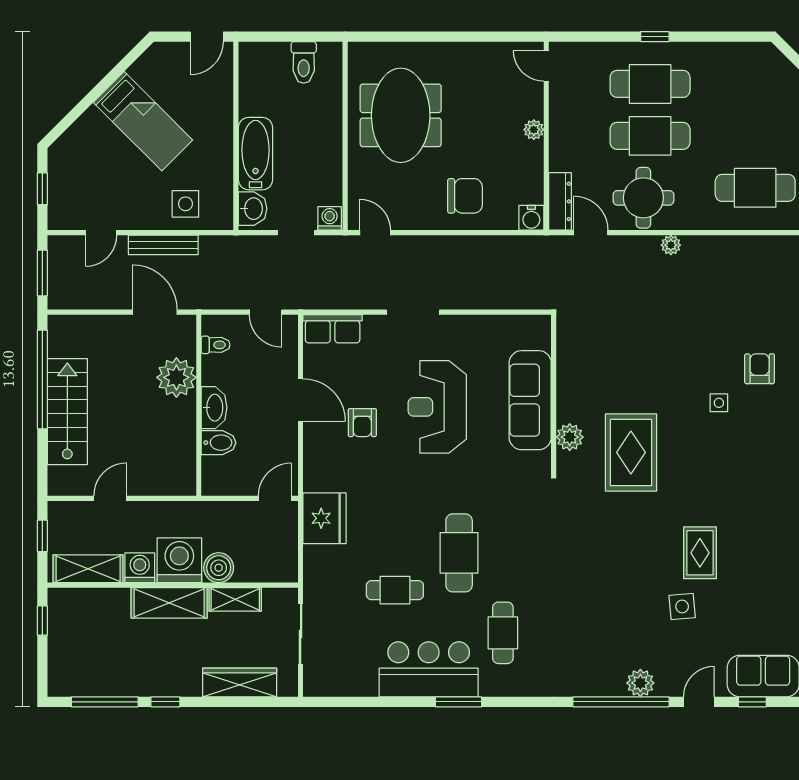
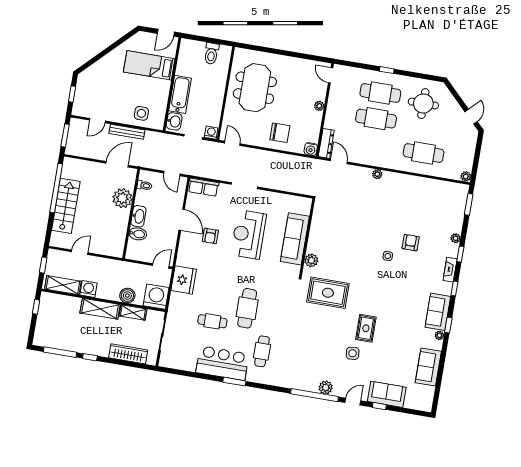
bed: (143, 121) -> (149, 65), moved, turned 135
round table: (643, 198) -> (423, 104), moved
door: (155, 312) -> (117, 164), hinge flipped
rug: (631, 452) -> (328, 293), moved, turned 90
washing machine: (179, 560) -> (156, 297), moved

